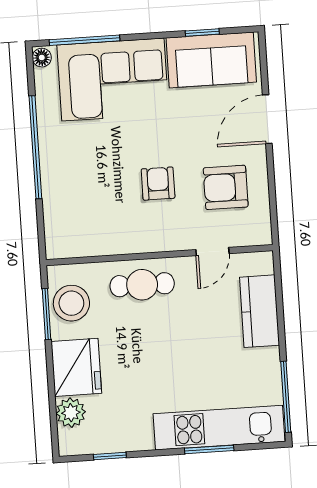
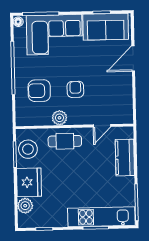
armchair: (226, 187) -> (39, 91), moved
plant: (130, 240) -> (59, 118), added

